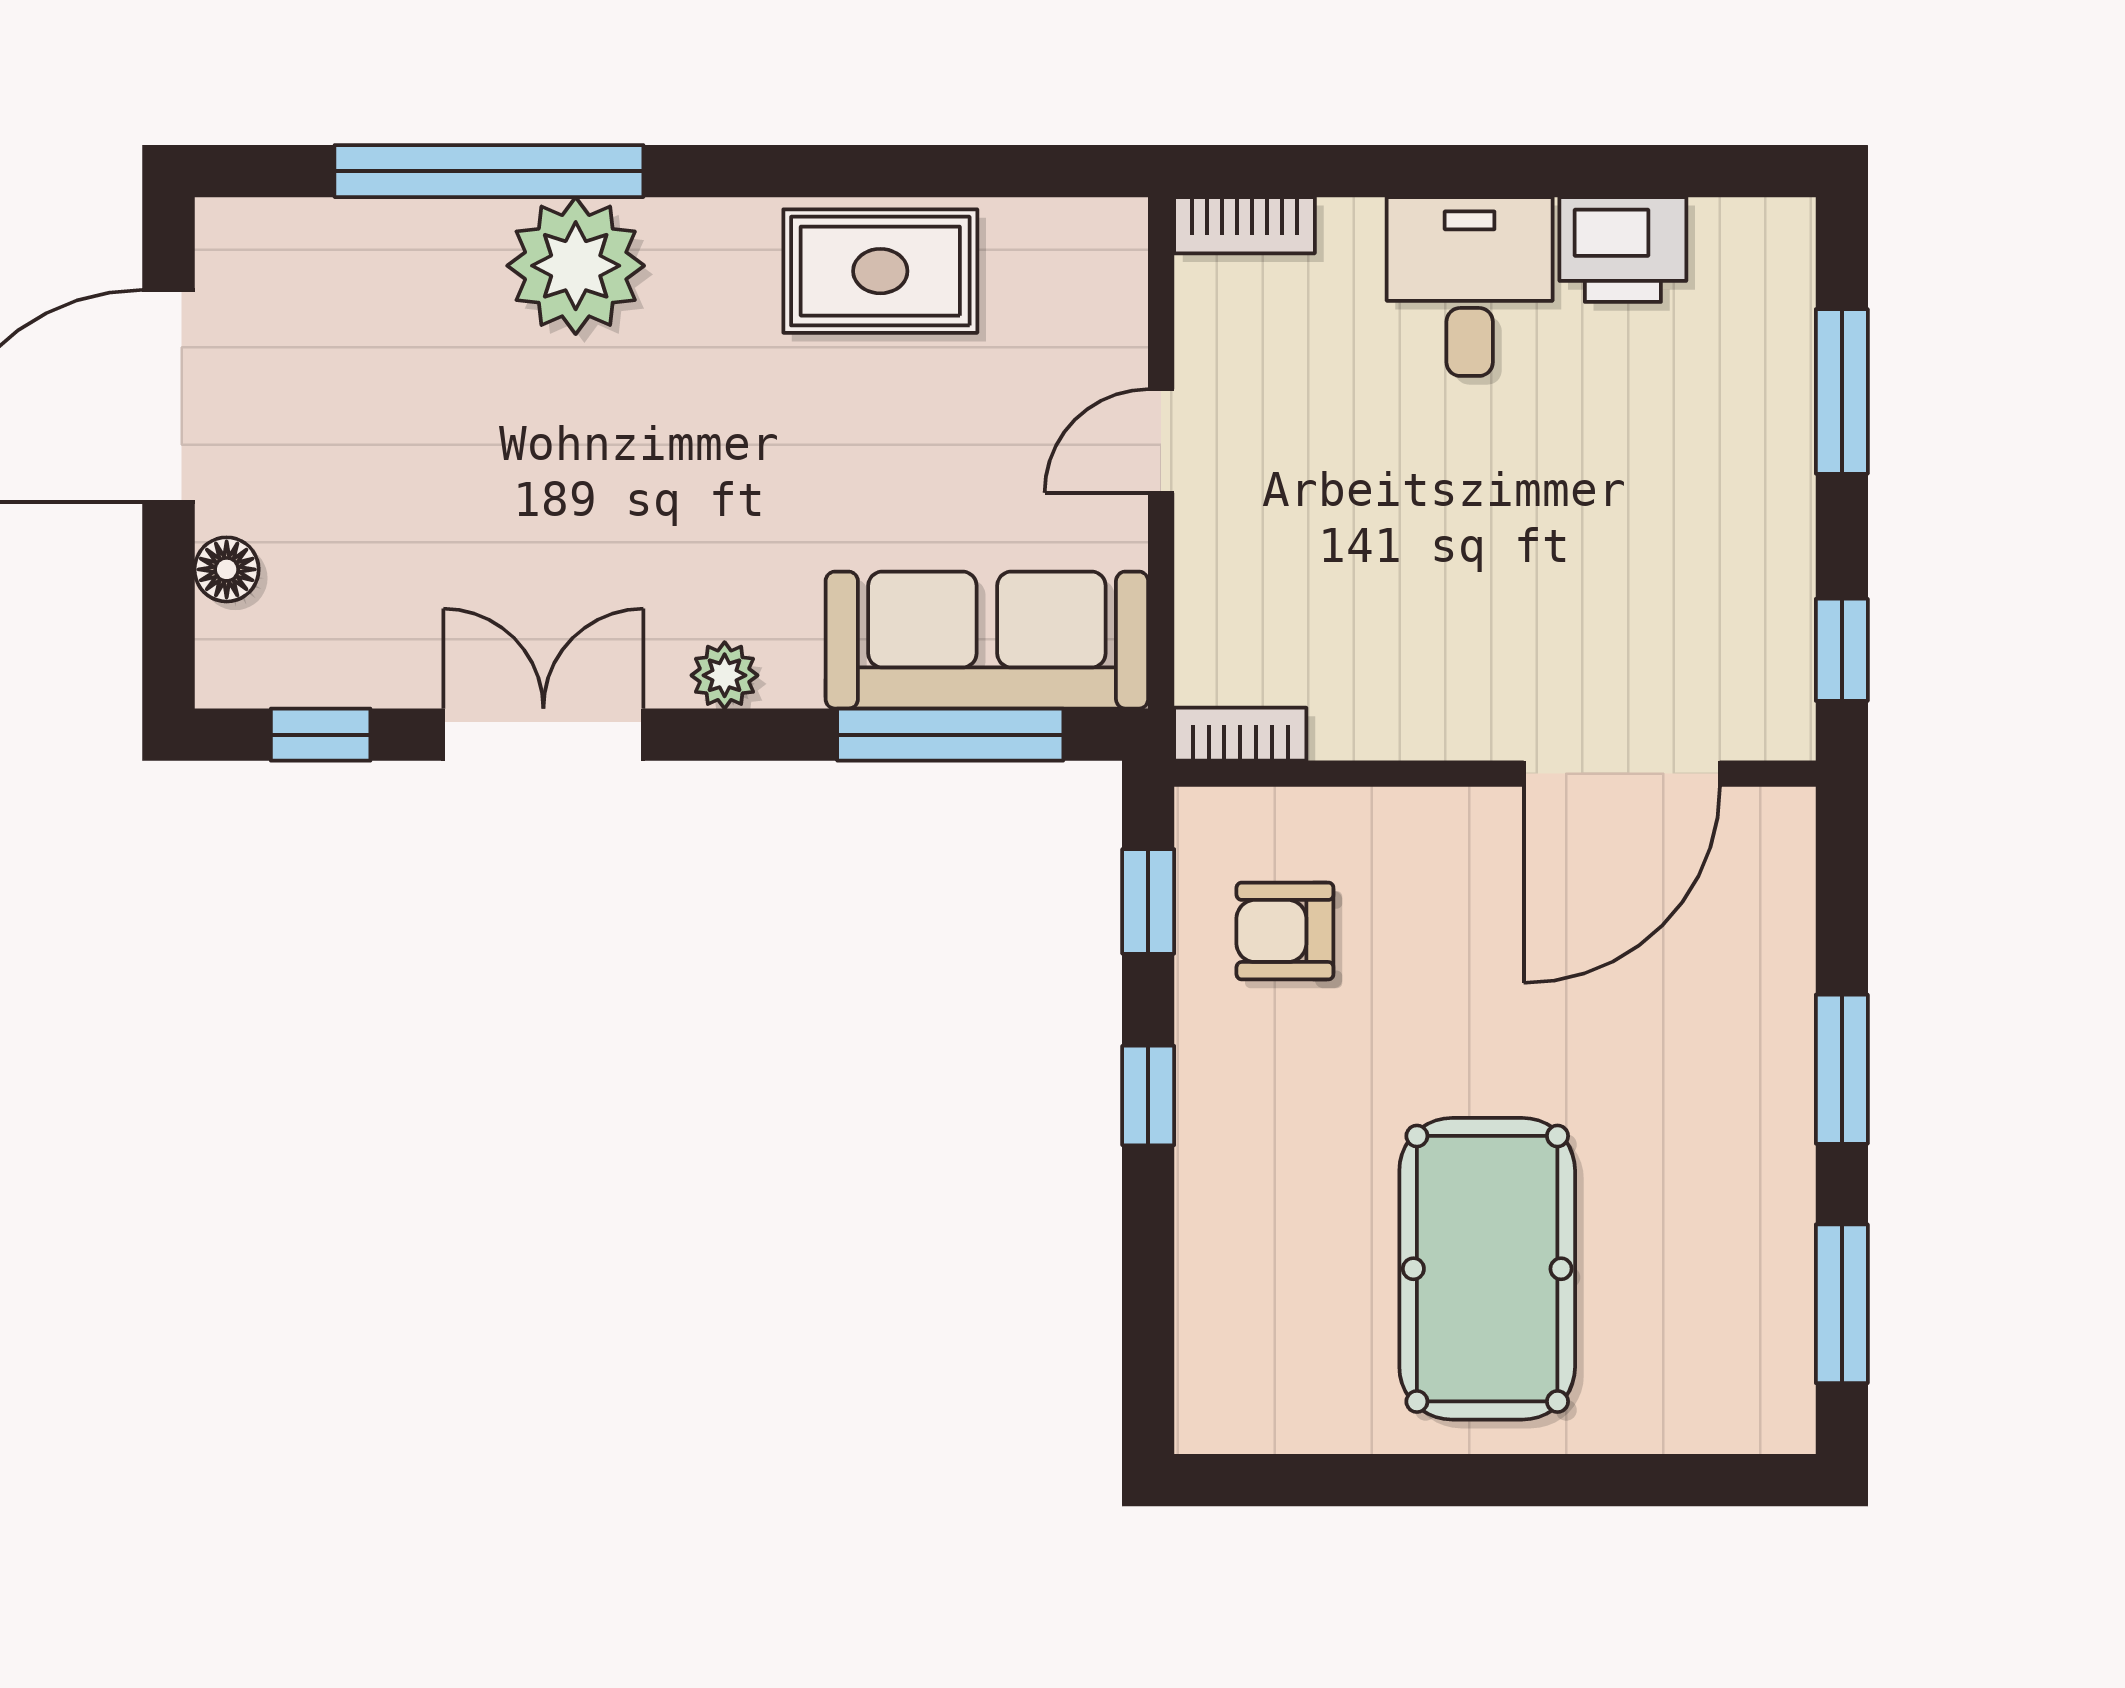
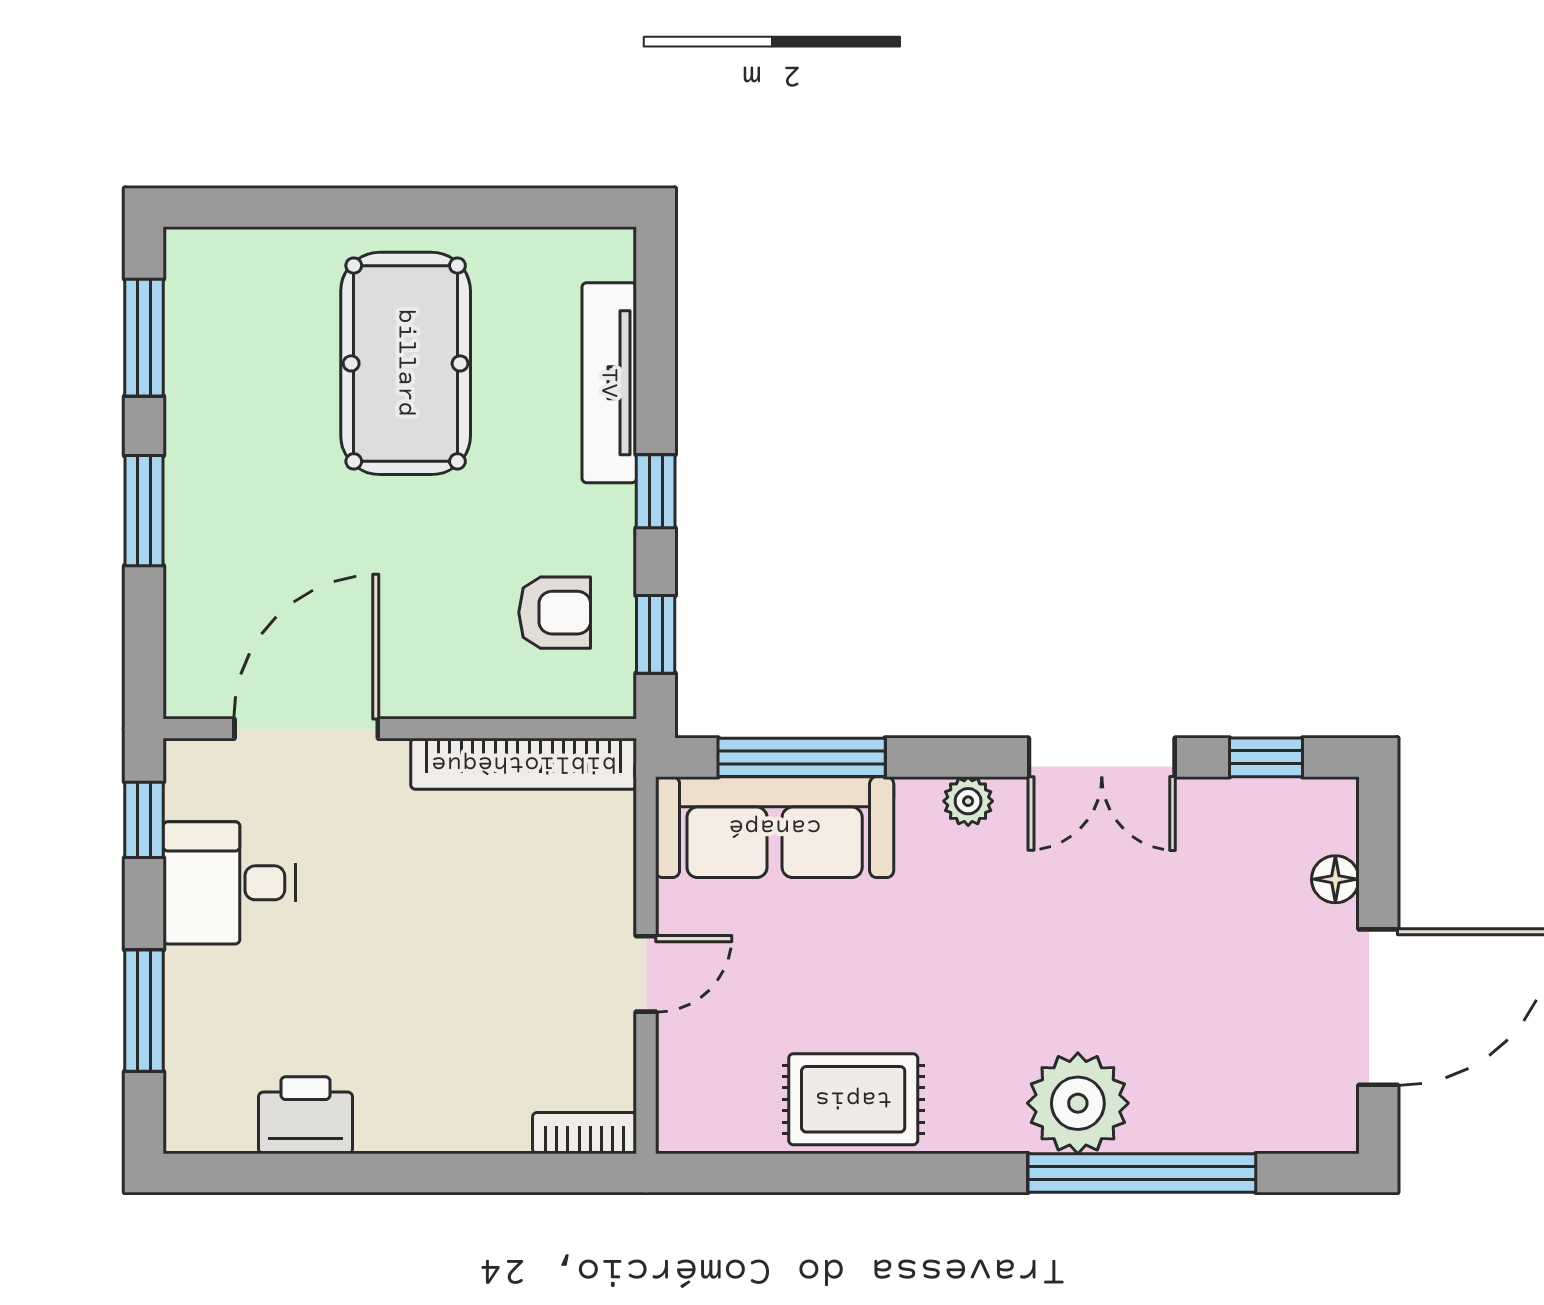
desk: (1470, 287) -> (229, 883), moved, turned 90
bookcase: (1240, 734) -> (524, 764), width x2.31, depth x1.31
tv unit: (1211, 1243) -> (609, 383), added

